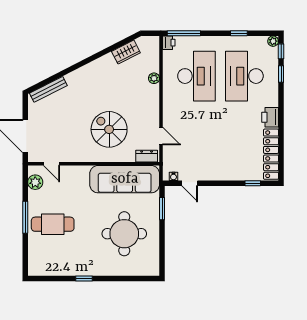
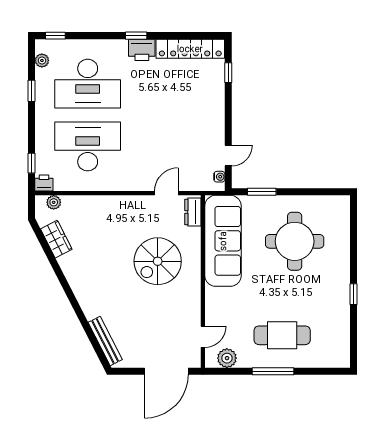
window: (184, 33) -> (32, 163), width x0.46
plant: (273, 41) -> (42, 60), moved
window: (281, 74) -> (136, 36), moved
plant: (154, 78) -> (54, 202), moved
cafe table: (53, 224) -> (282, 335), turned 90

